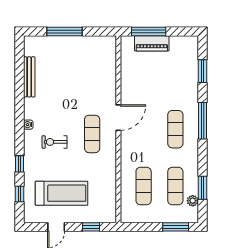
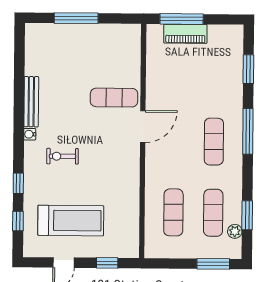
bench: (29, 77) -> (31, 102), moved
exercise mat: (92, 134) -> (114, 98), moved, turned 90

